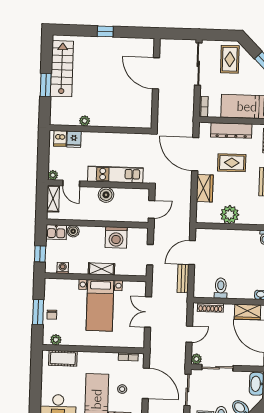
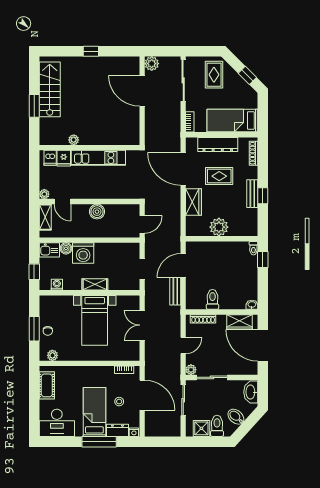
plant: (167, 46) -> (152, 64), added
kitchen unit: (115, 174) -> (98, 158), moved, turned 180
washing machine: (116, 237) -> (83, 253), moved
cot: (63, 358) -> (47, 385), moved, turned 90

